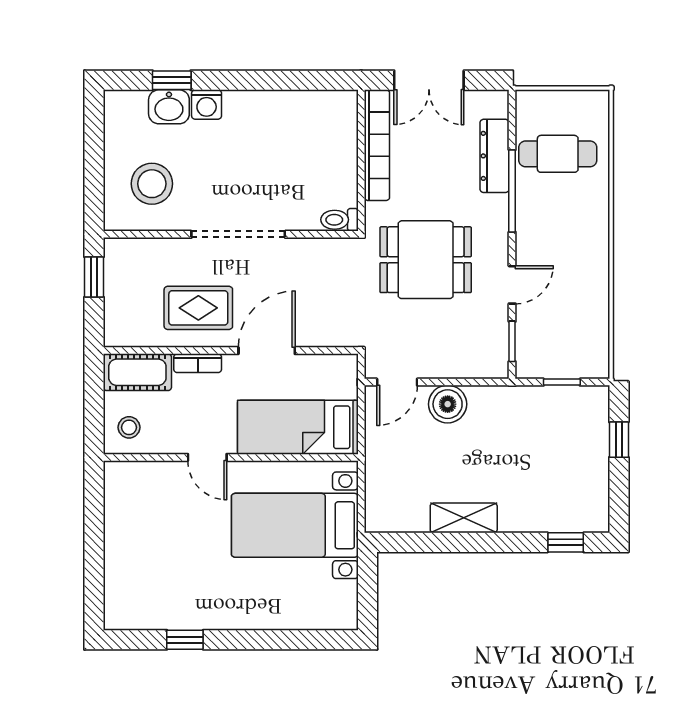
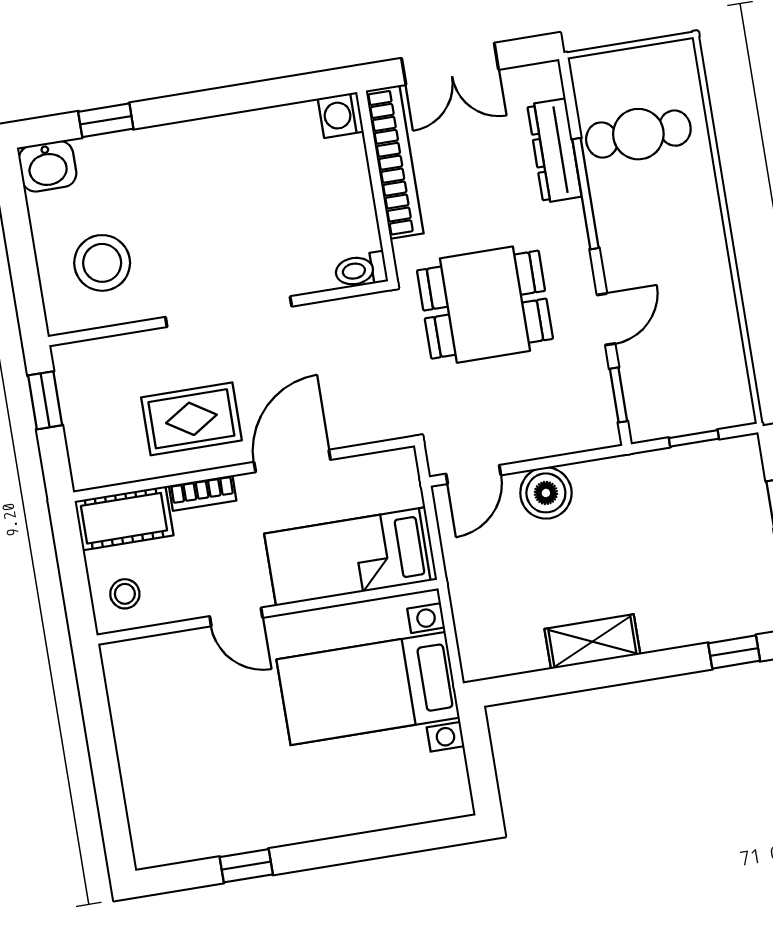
washing machine: (207, 105) -> (341, 115), moved, turned 90
washbasin: (169, 107) -> (48, 166), moved

